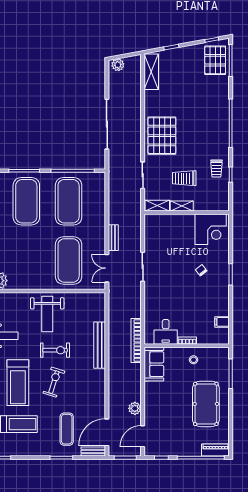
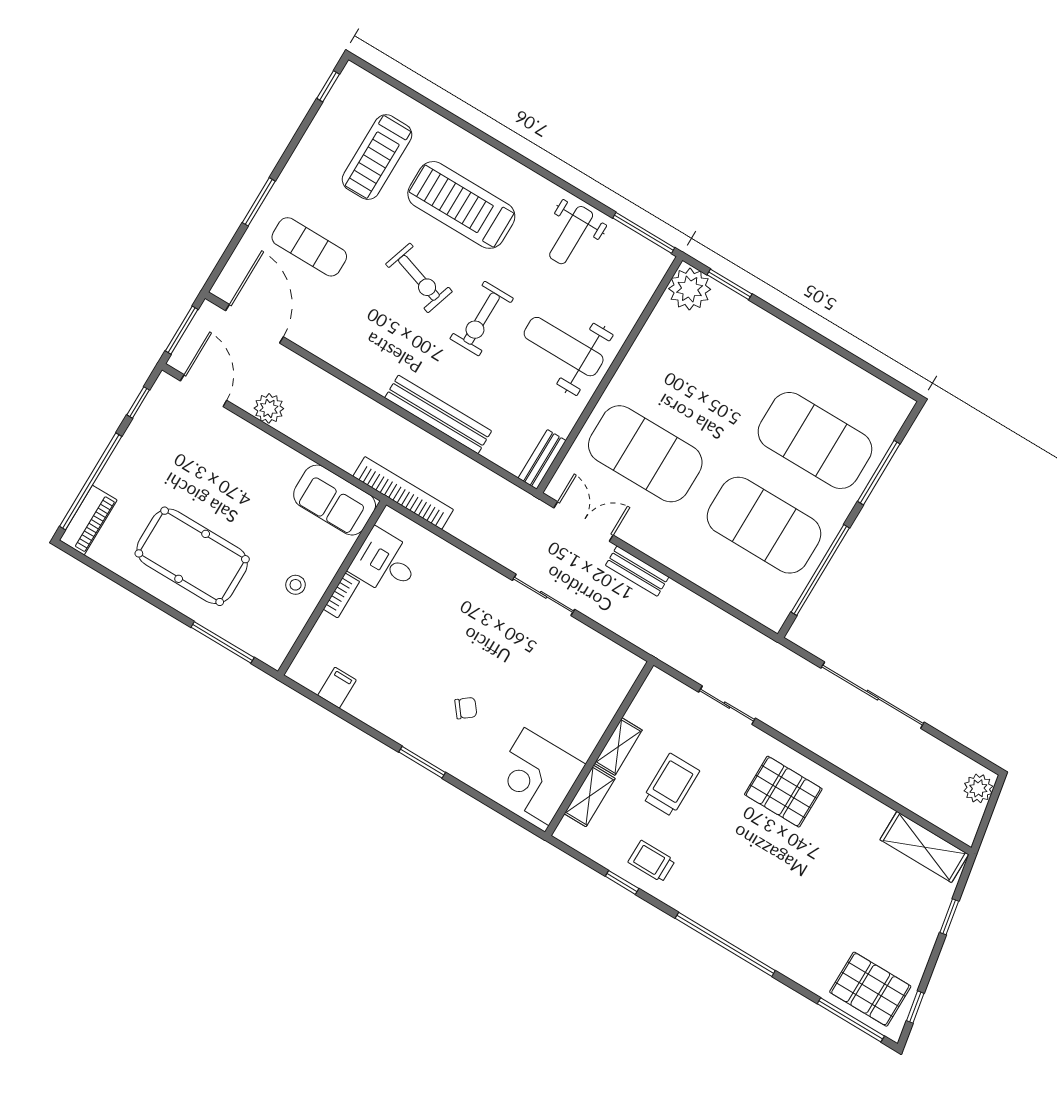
pallet: (162, 136) -> (783, 792), width x0.73, depth x0.71
shelving: (157, 206) -> (590, 796), moved
bench: (93, 451) -> (542, 459), moved

